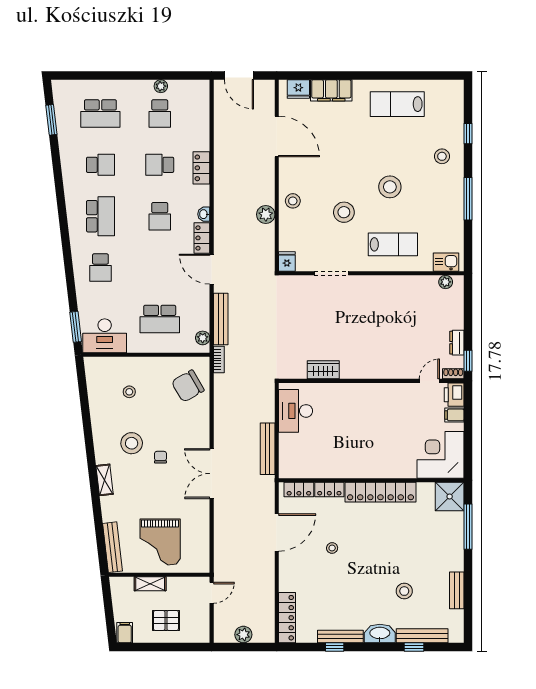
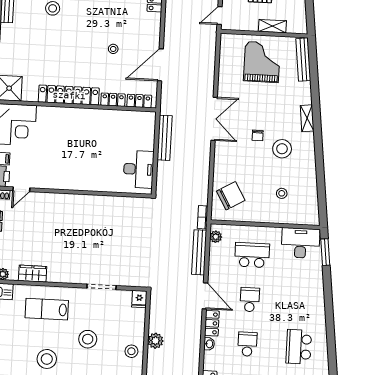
school desk: (100, 268) -> (250, 300), moved
wardrobe: (323, 370) -> (33, 274), moved, turned 180

